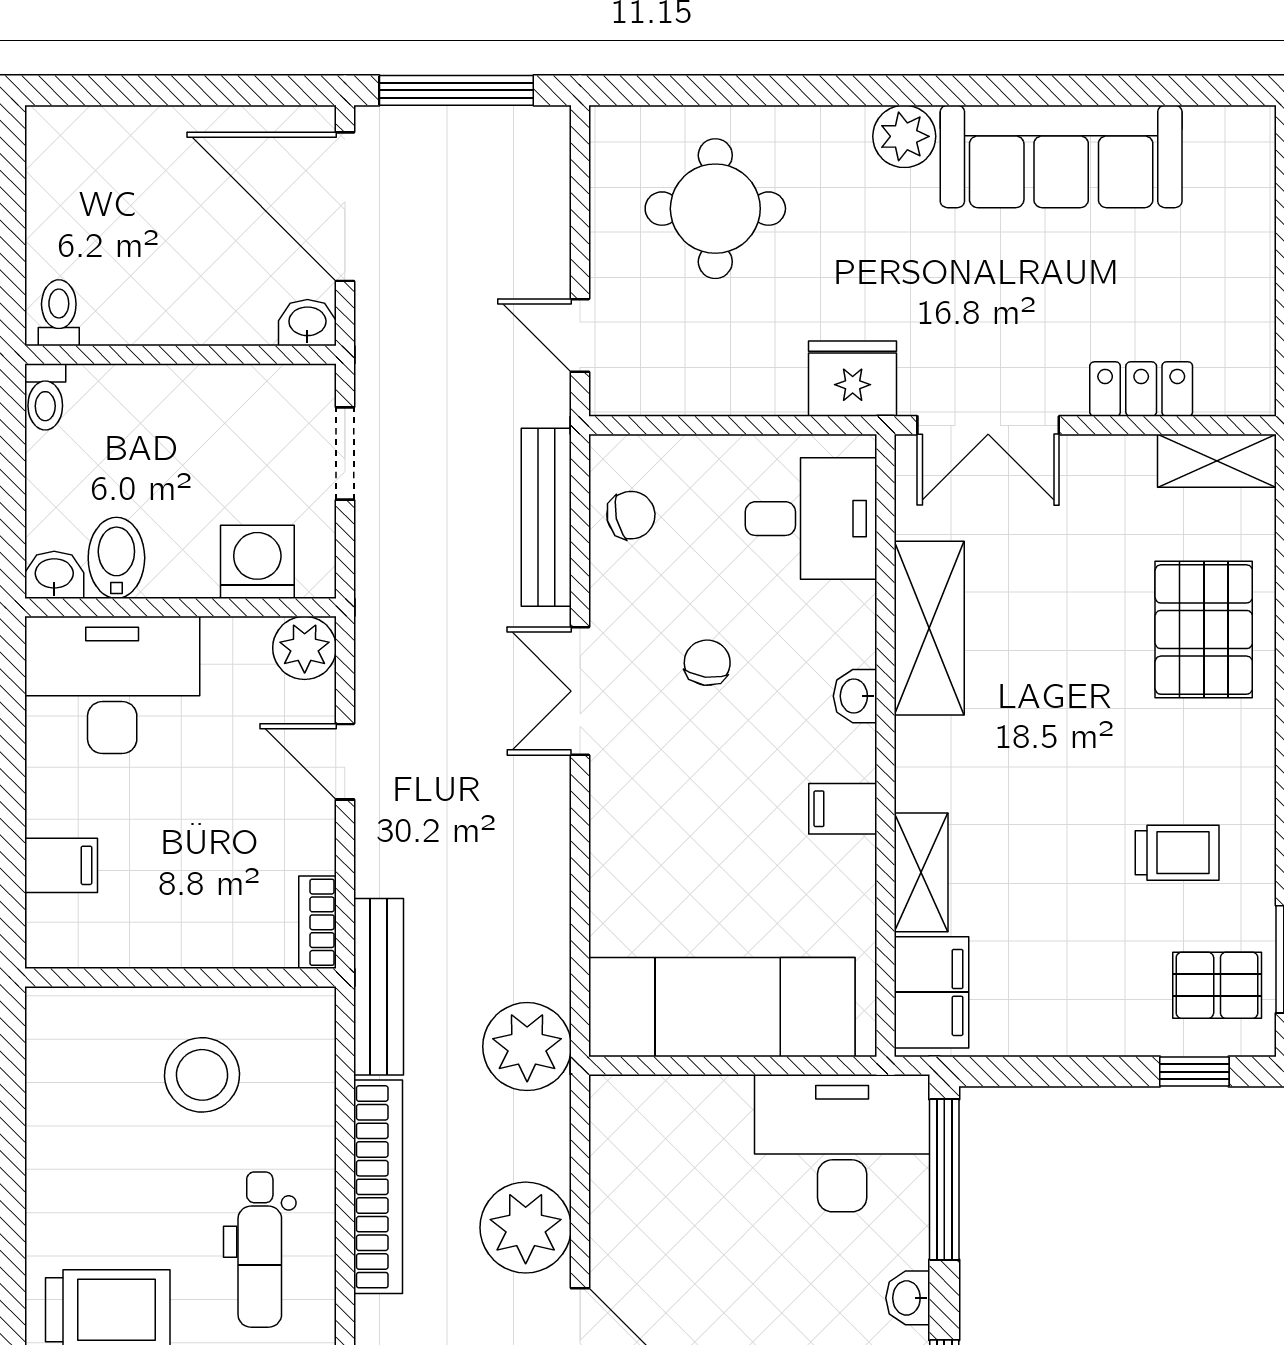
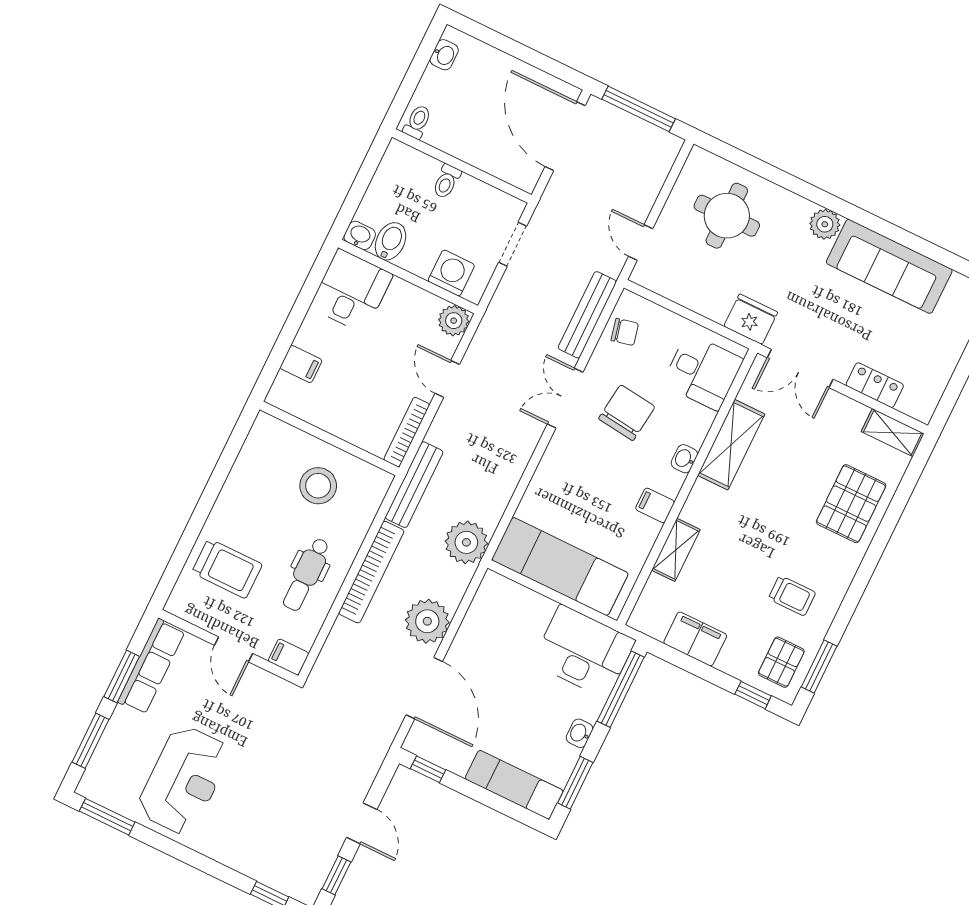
washbasin: (307, 323) -> (444, 55), moved, turned 90
toilet: (45, 397) -> (447, 181), moved
chair: (707, 663) -> (627, 413), width x1.87, depth x1.87
desk: (112, 685) -> (351, 291), width x0.73
bookcase: (318, 922) -> (407, 432), width x1.56
pallet: (1217, 985) -> (781, 662), turned 90
filing cabinet: (932, 992) -> (695, 639), moved, turned -90

